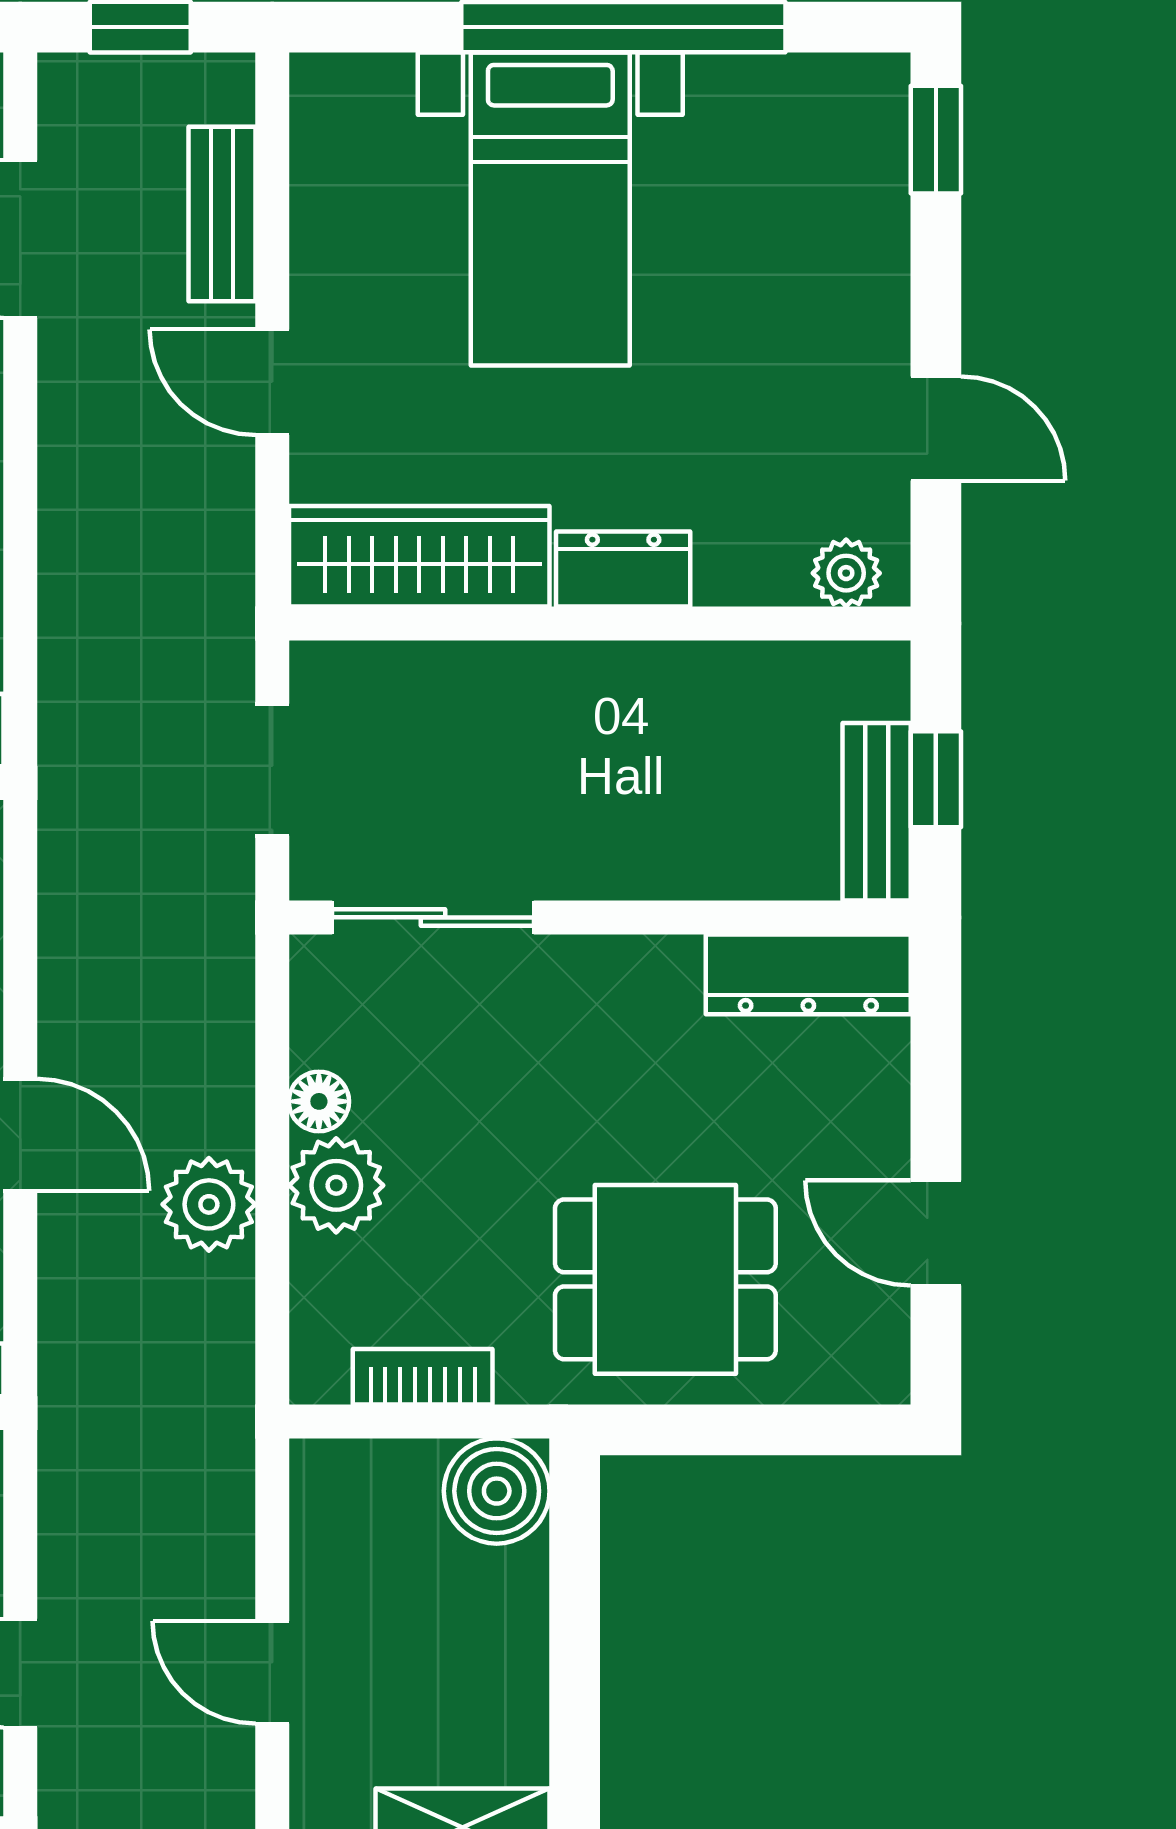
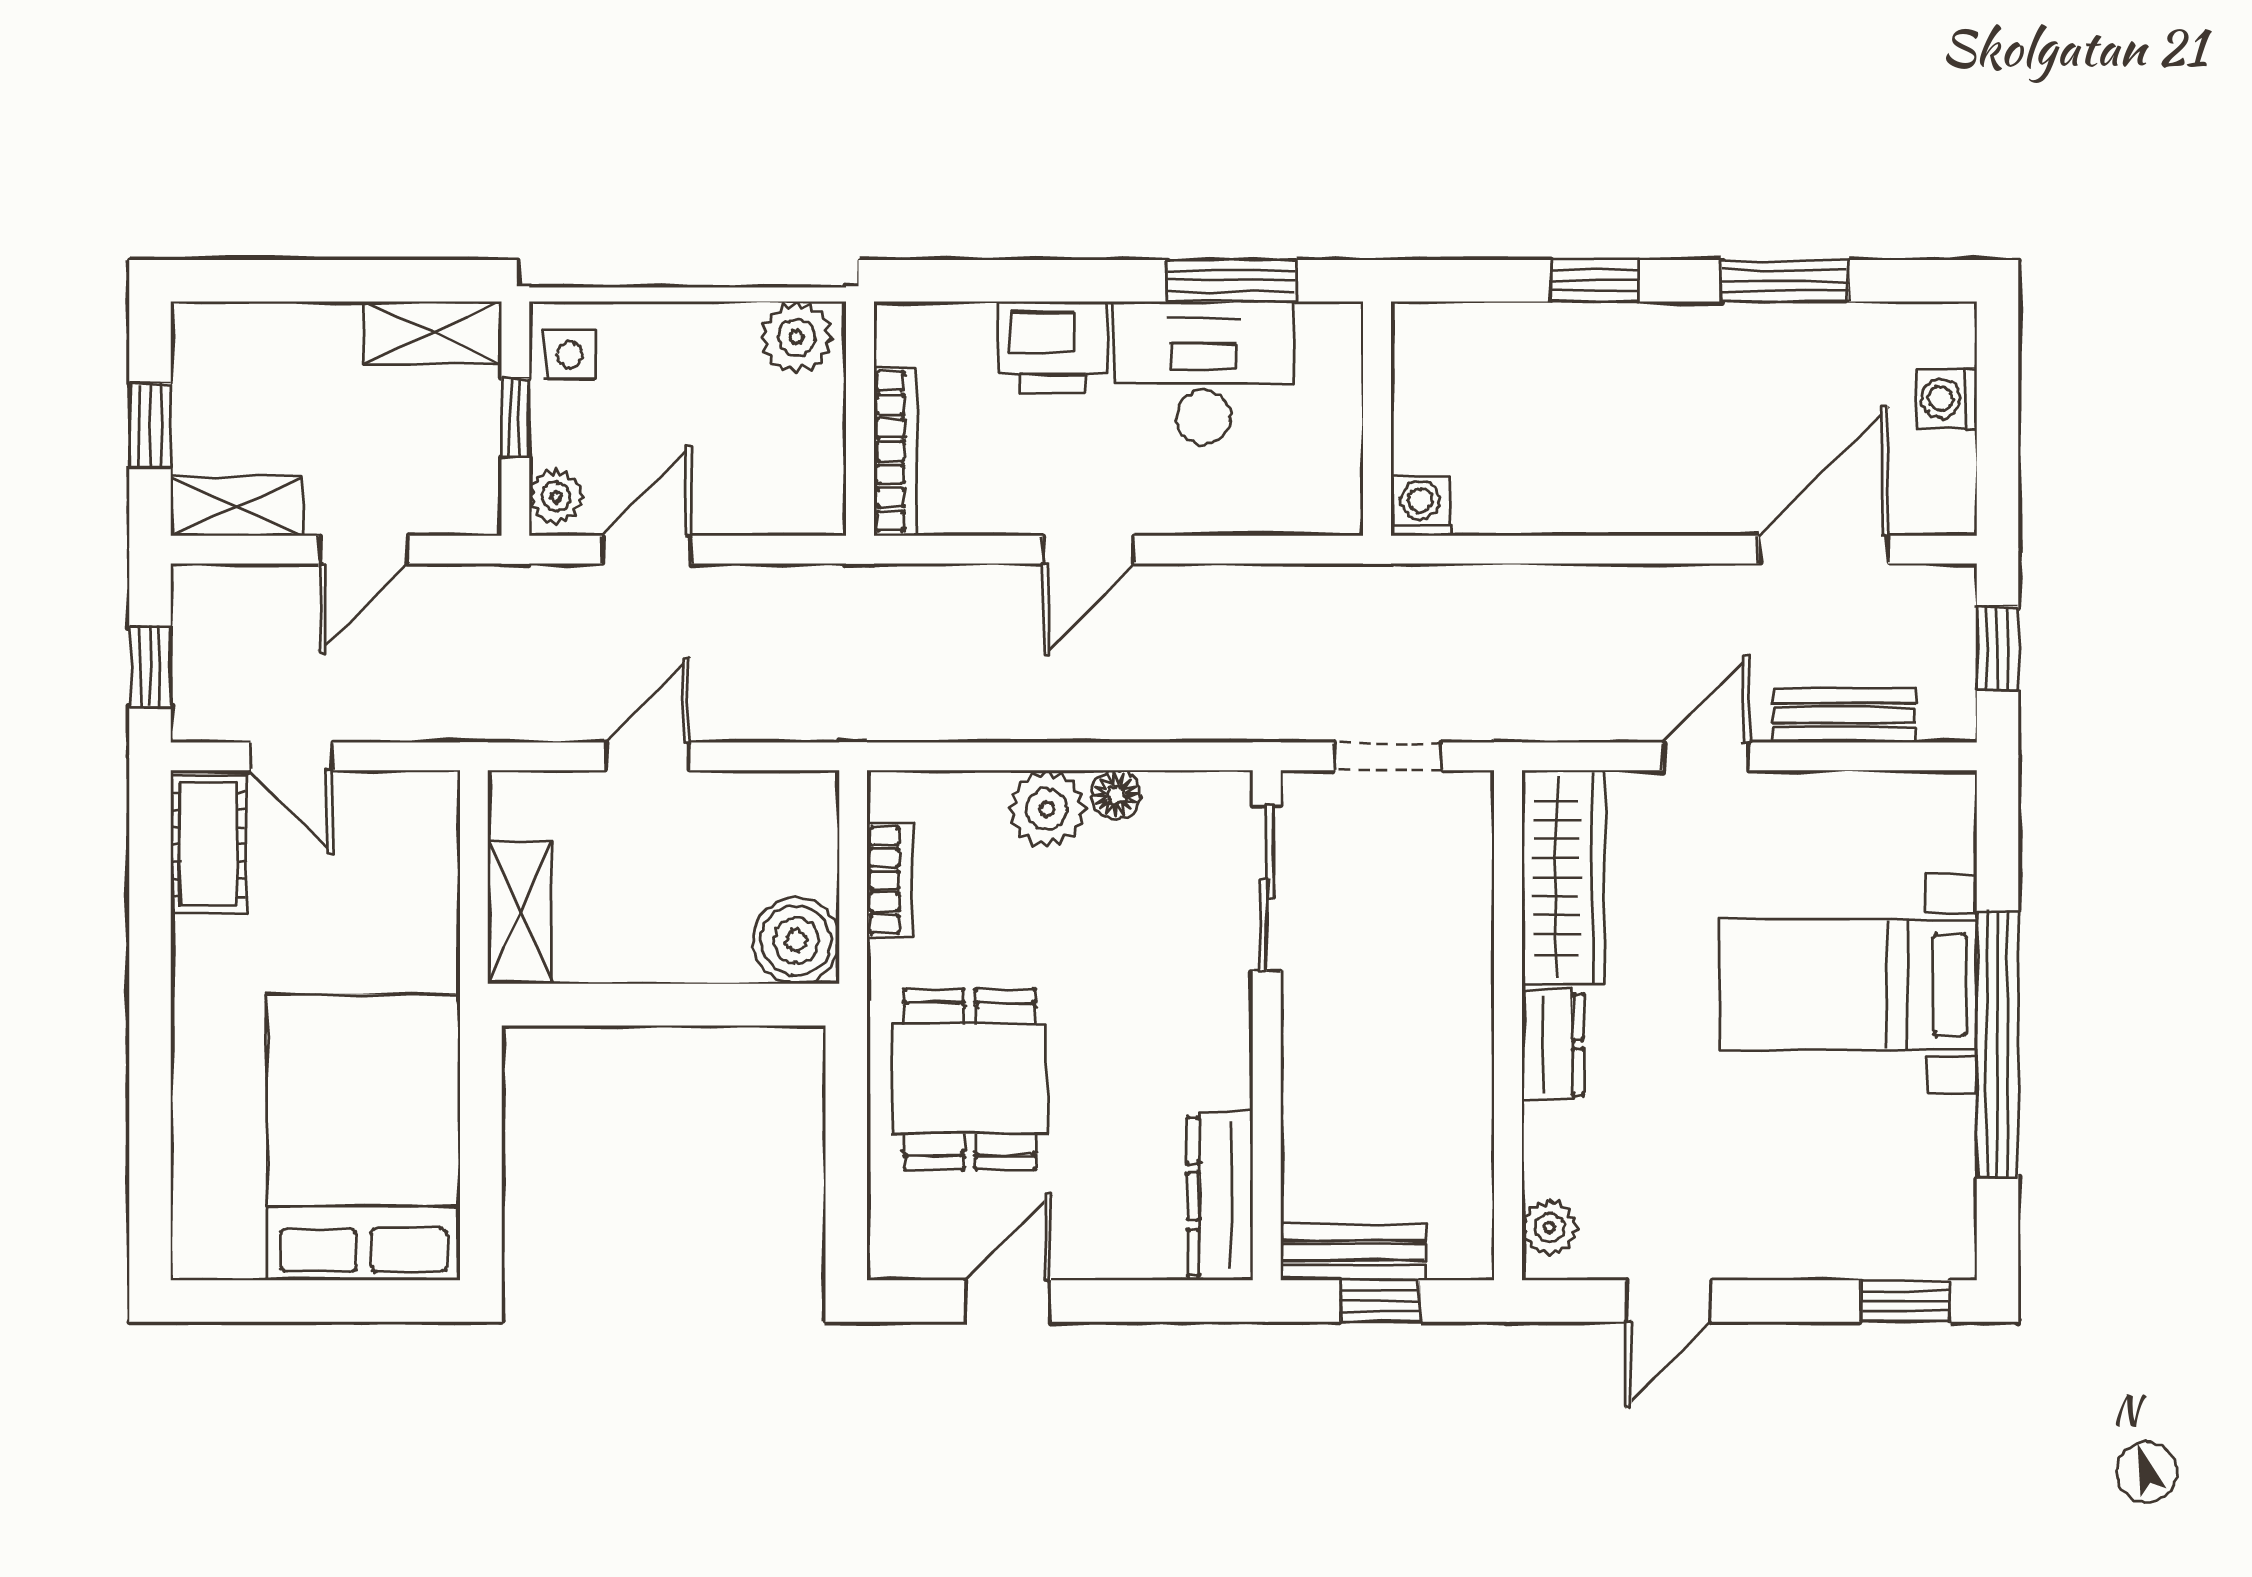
plant: (209, 1204) -> (1031, 704), removed

